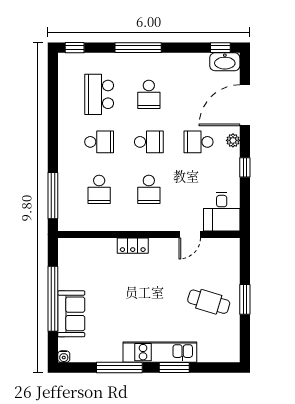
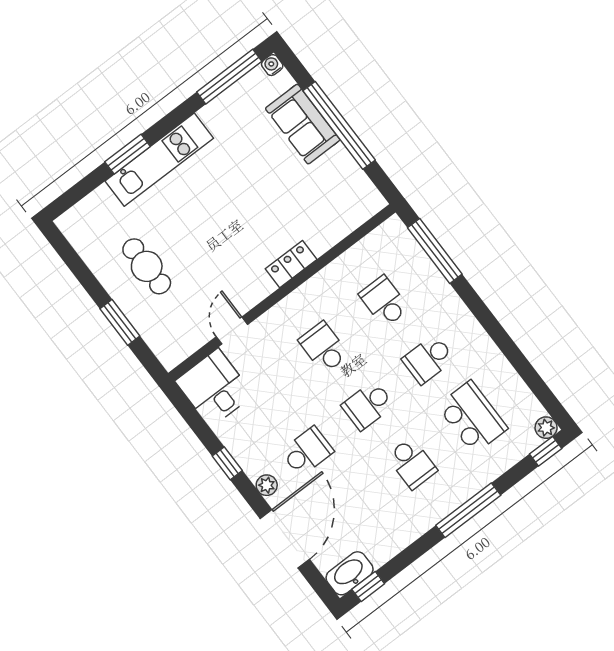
plant: (65, 60) -> (546, 428), added
school desk: (149, 94) -> (412, 463), turned 180
window: (245, 299) -> (120, 322), moved
cafe table: (209, 302) -> (147, 266), turned 73
window: (119, 368) -> (229, 77), moved

